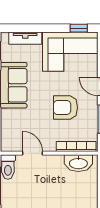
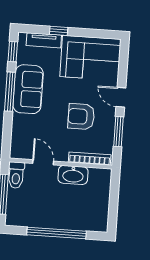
window: (79, 28) -> (59, 31), moved
washbasin: (78, 163) -> (73, 175), moved

